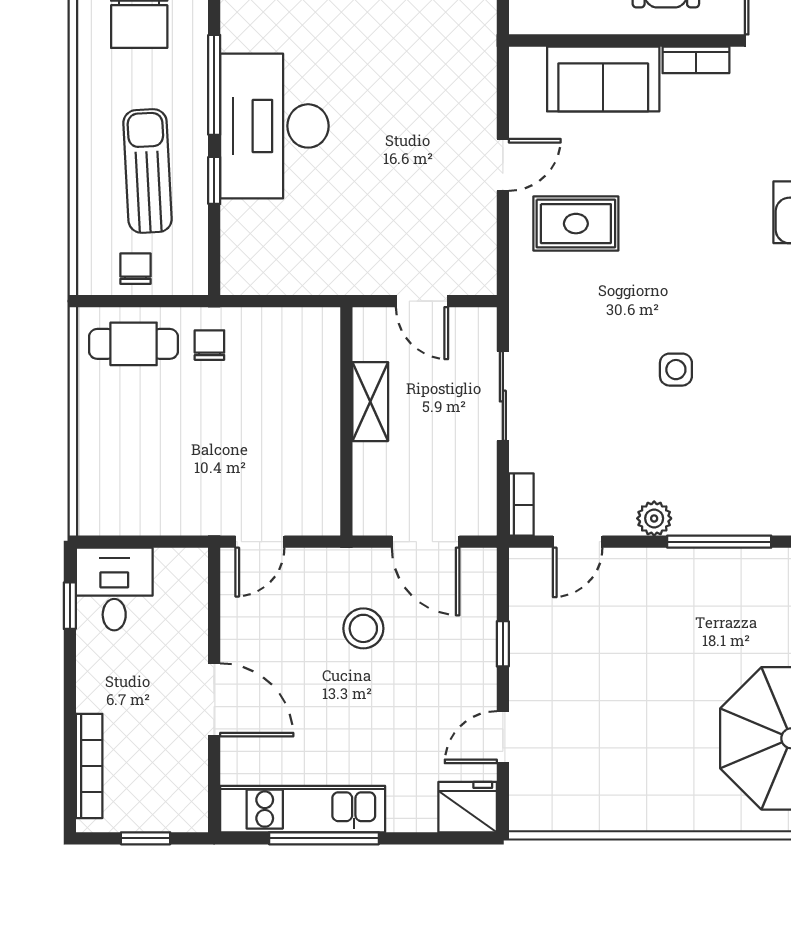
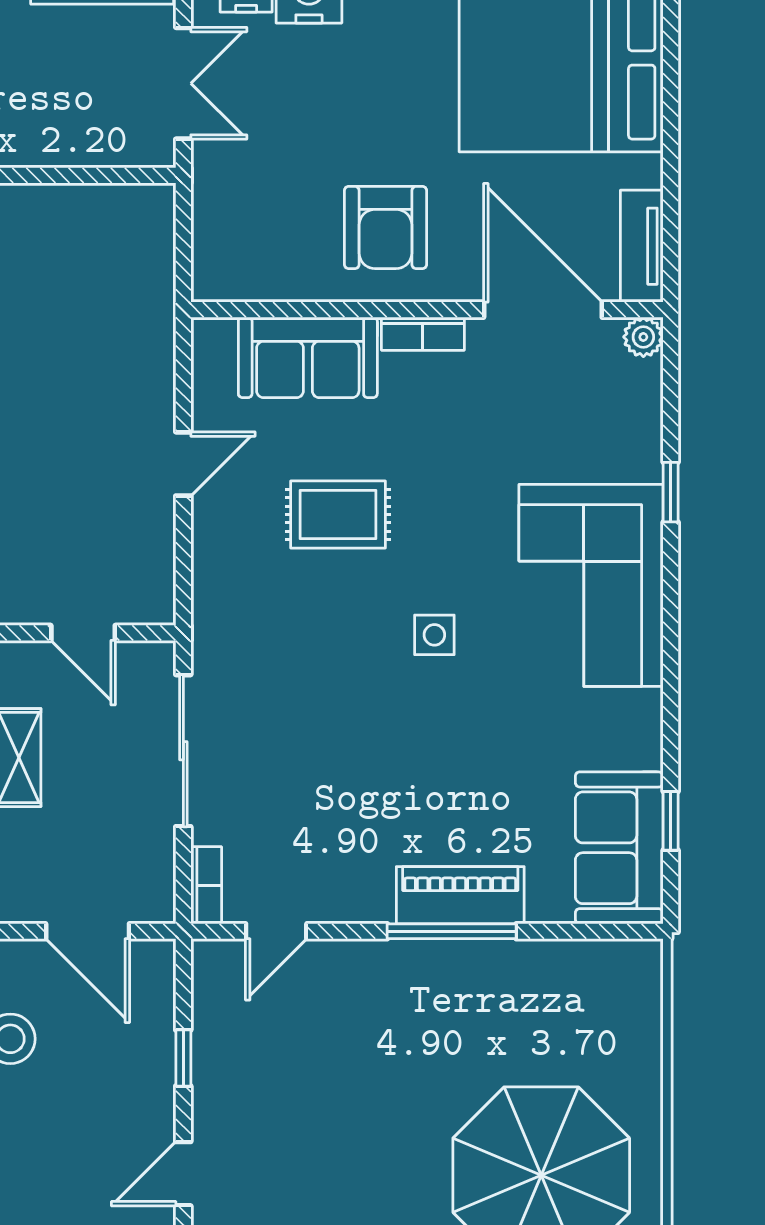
rug: (576, 224) -> (338, 514), moved
side table: (676, 370) -> (434, 635), moved
sliding door: (503, 396) -> (183, 751), width x1.37
piano: (726, 513) -> (460, 895), added
plant: (654, 518) -> (371, 903), removed

